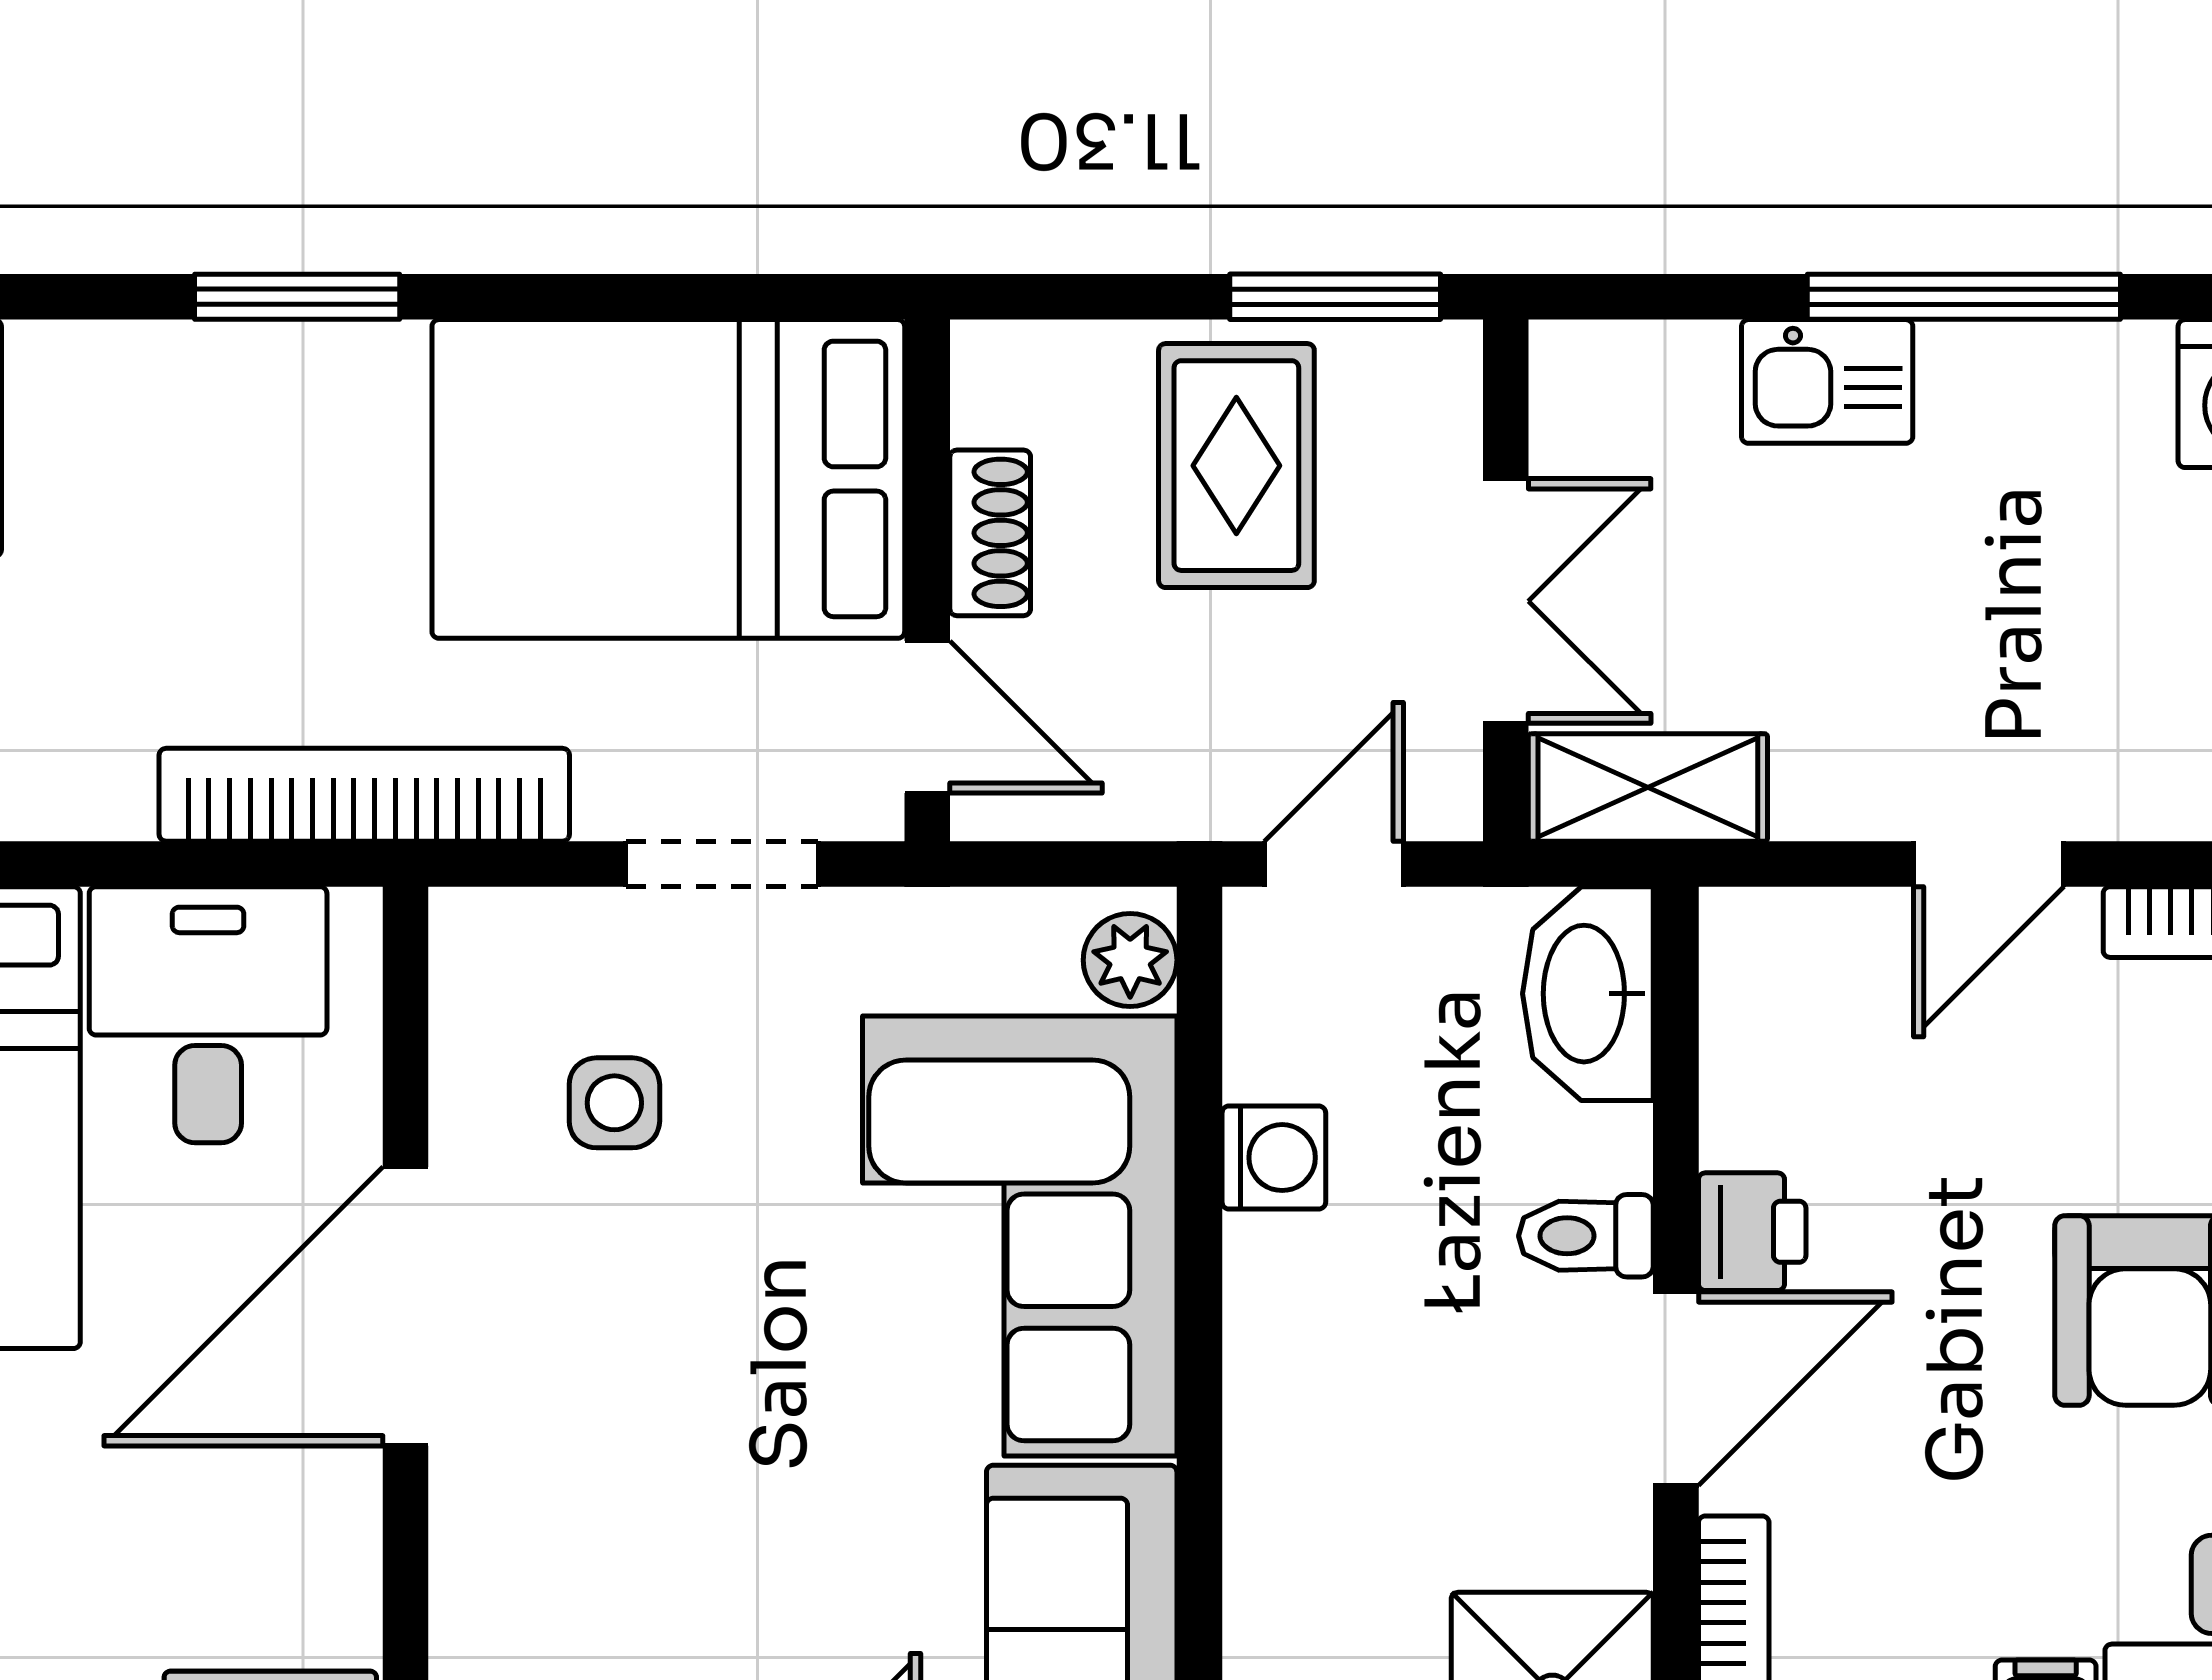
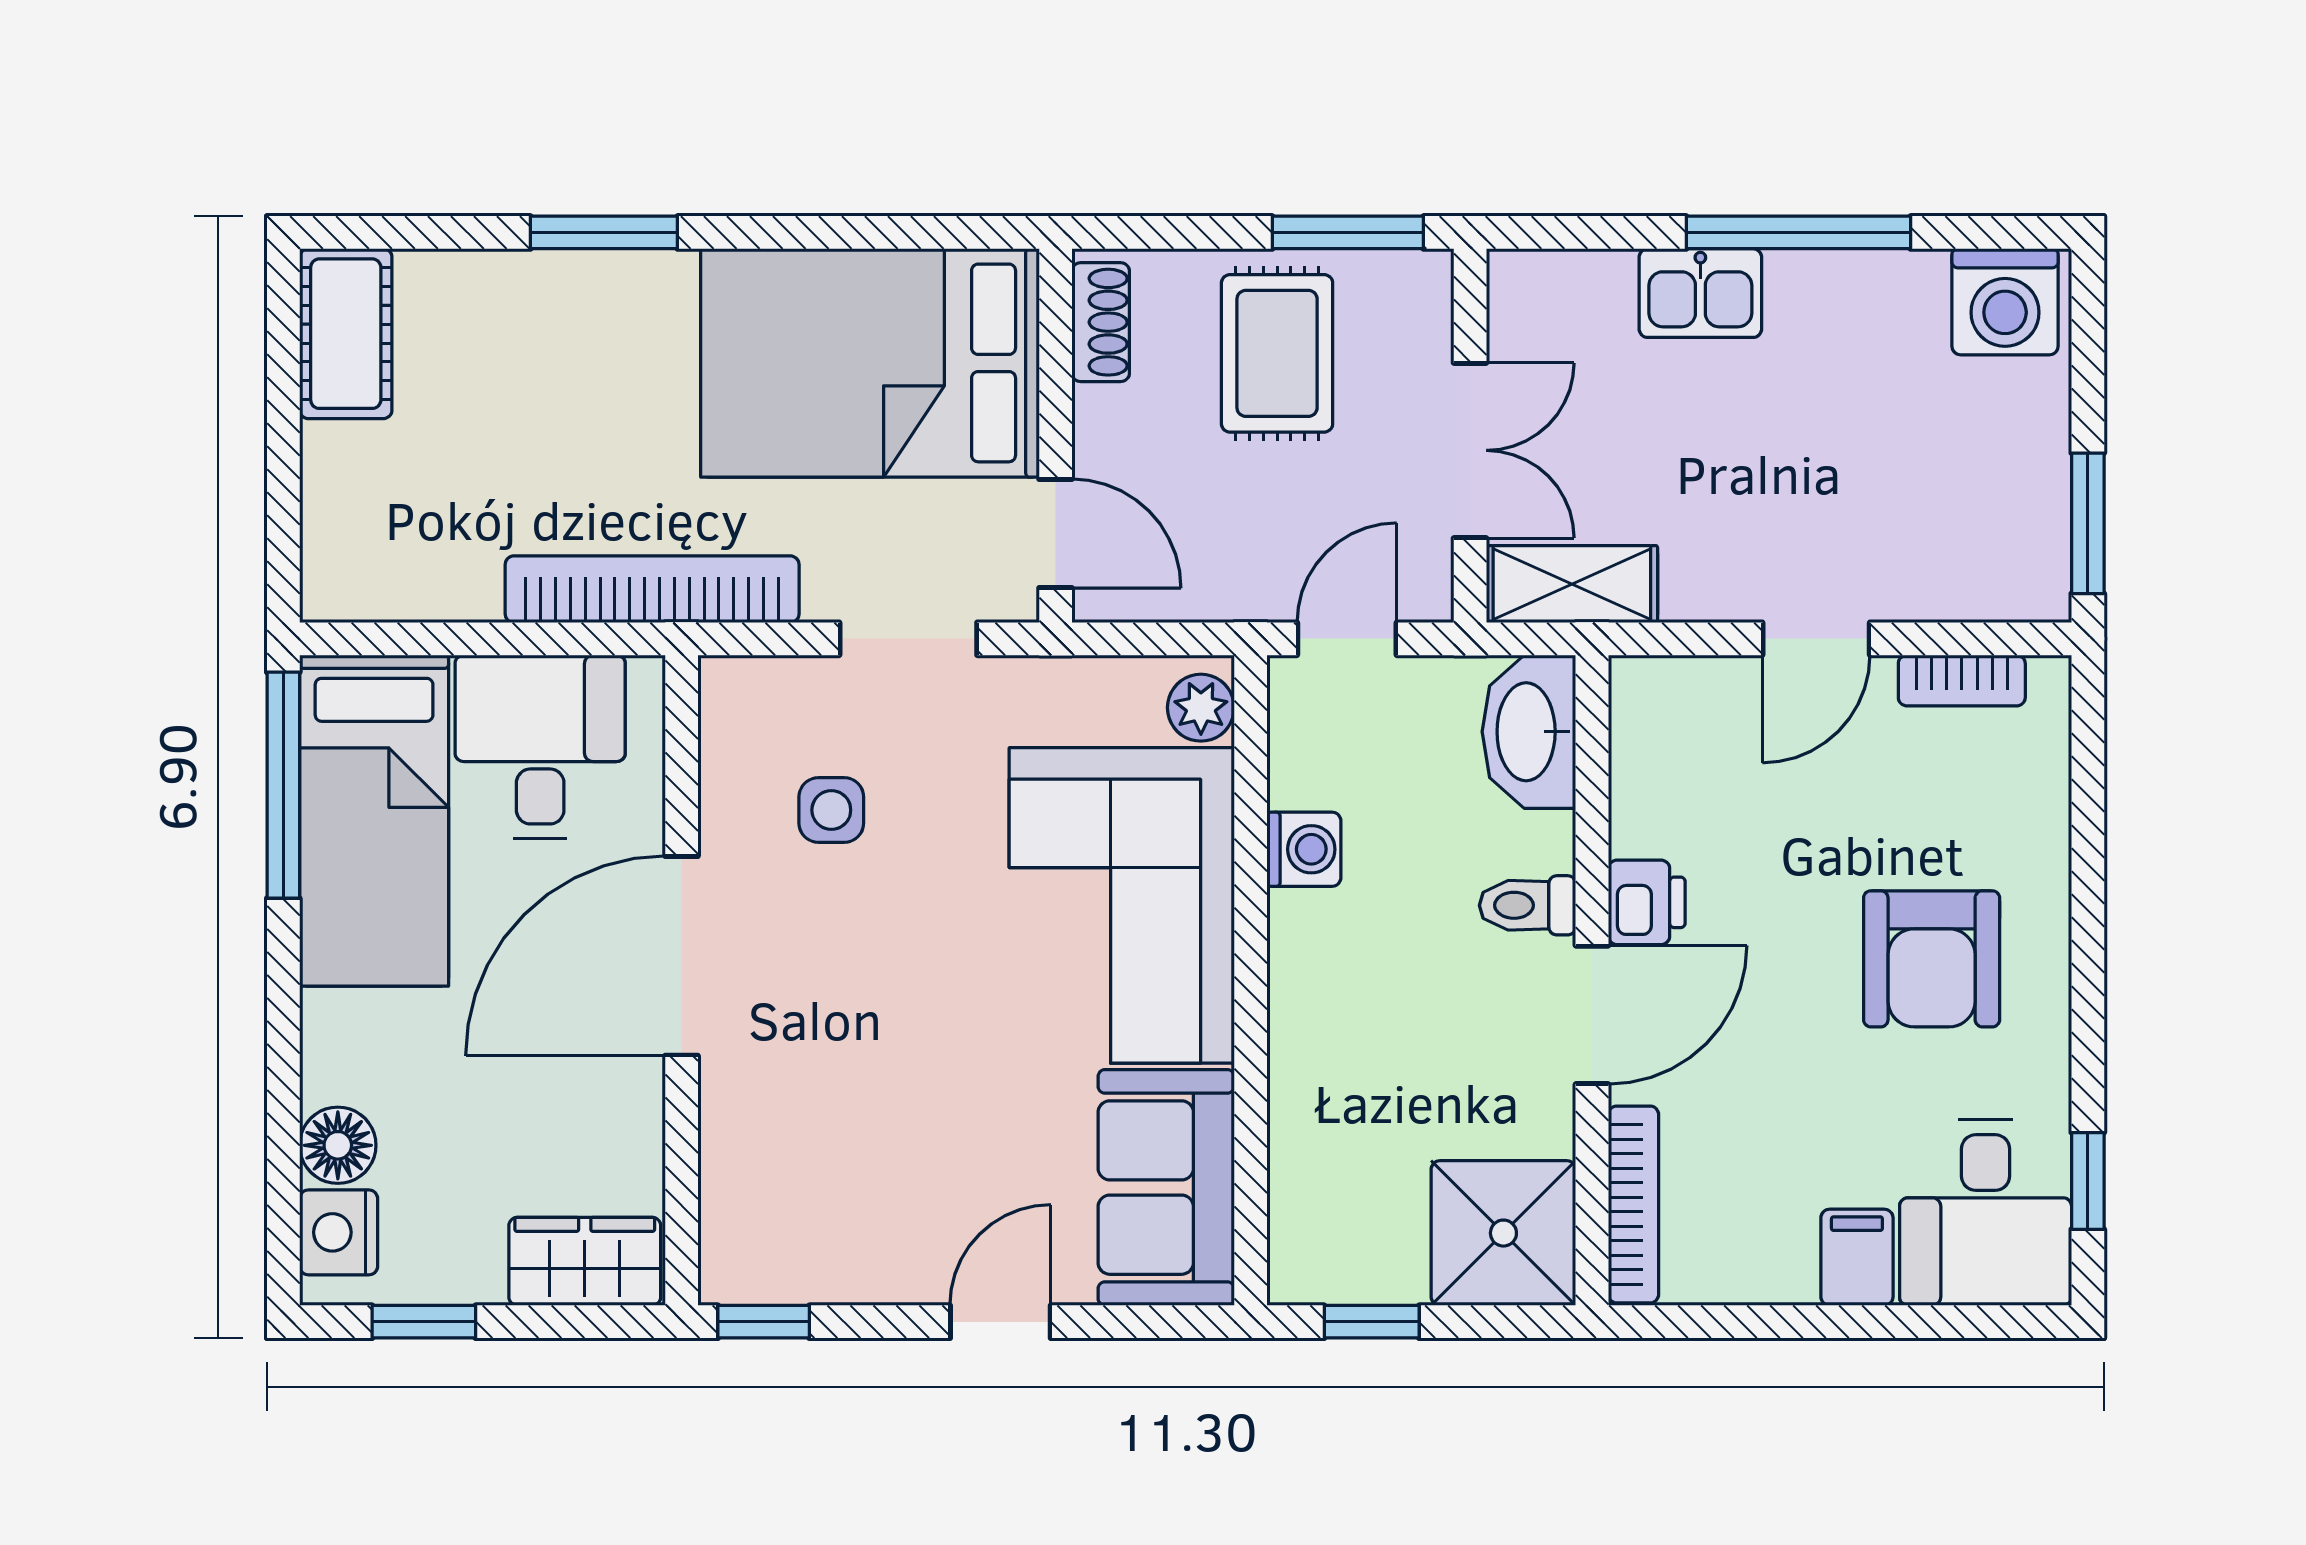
shoe rack: (990, 533) -> (1101, 322), moved

